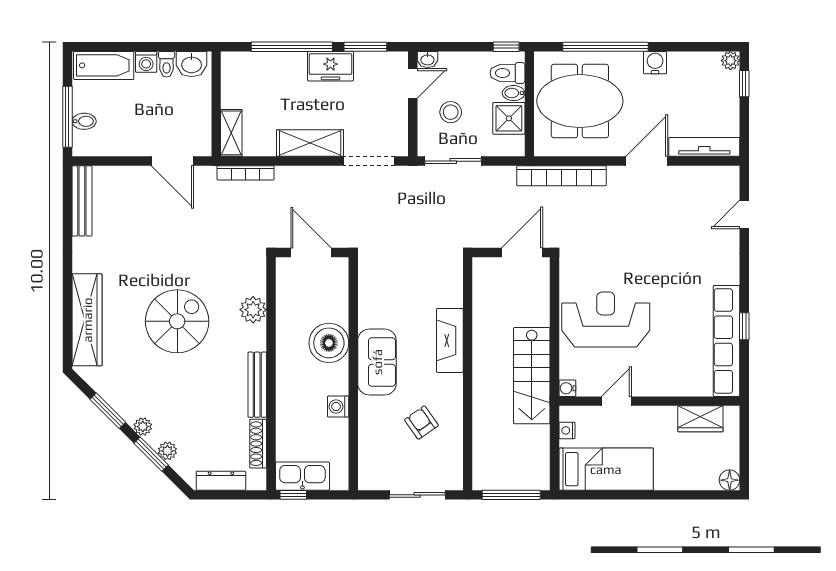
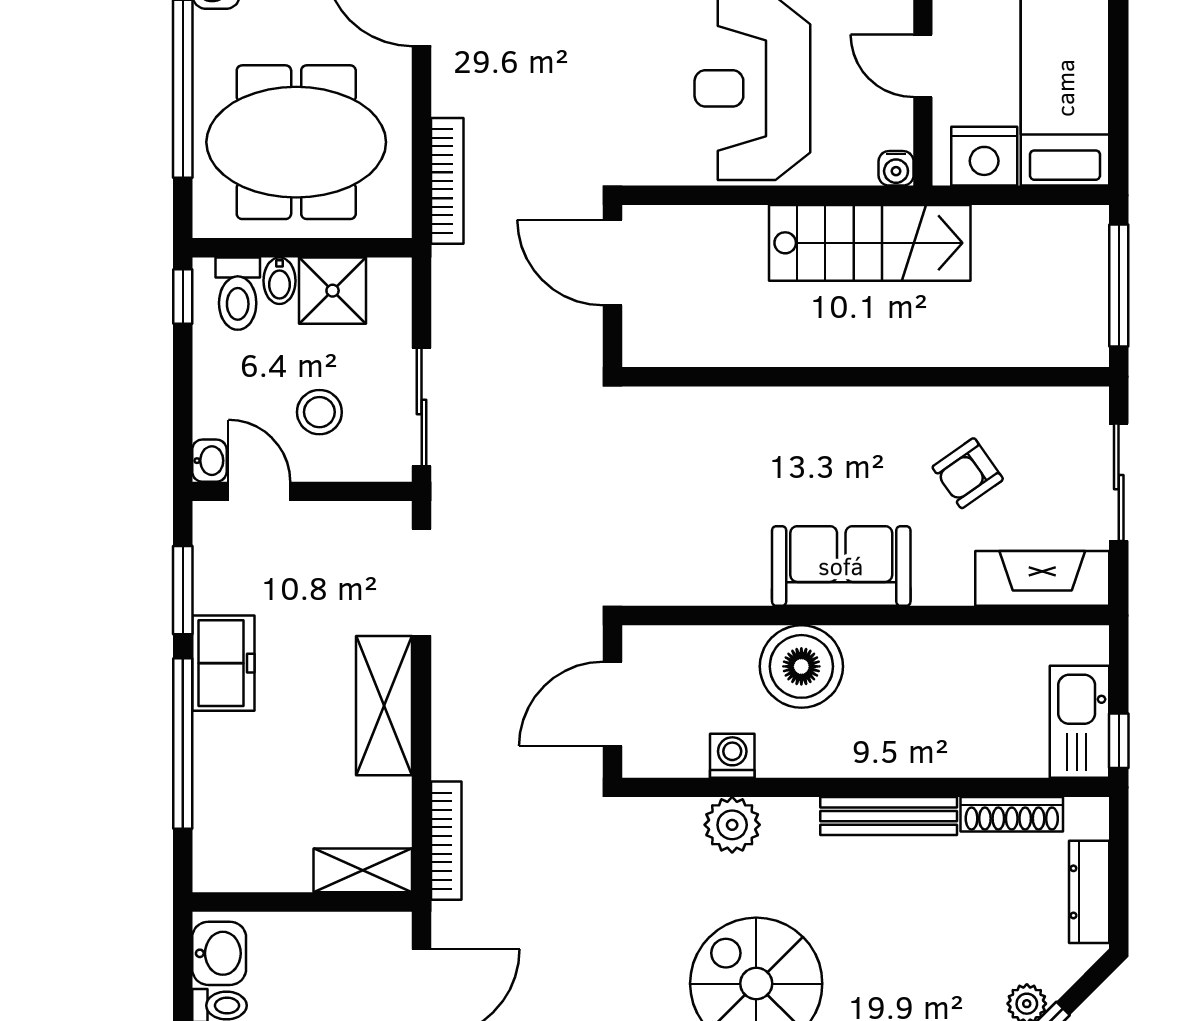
meeting table: (580, 101) -> (296, 142), turned 90
bookcase: (561, 176) -> (447, 181), width x0.68, depth x0.76
fireplace: (450, 340) -> (1042, 578), moved, turned 180
washing machine: (338, 407) -> (732, 756), moved, turned 180
nightstand: (567, 430) -> (984, 156), width x1.89, depth x1.79

